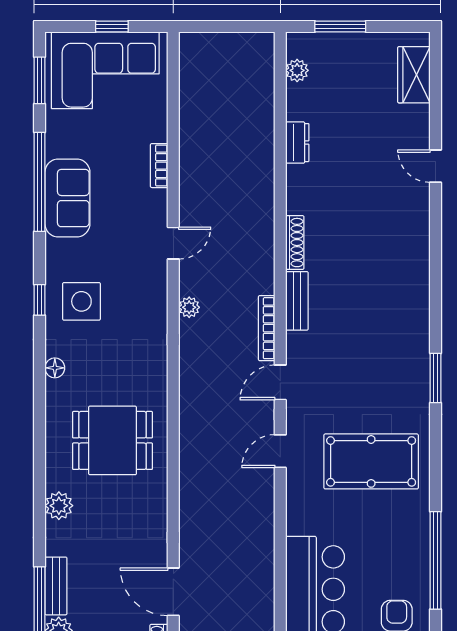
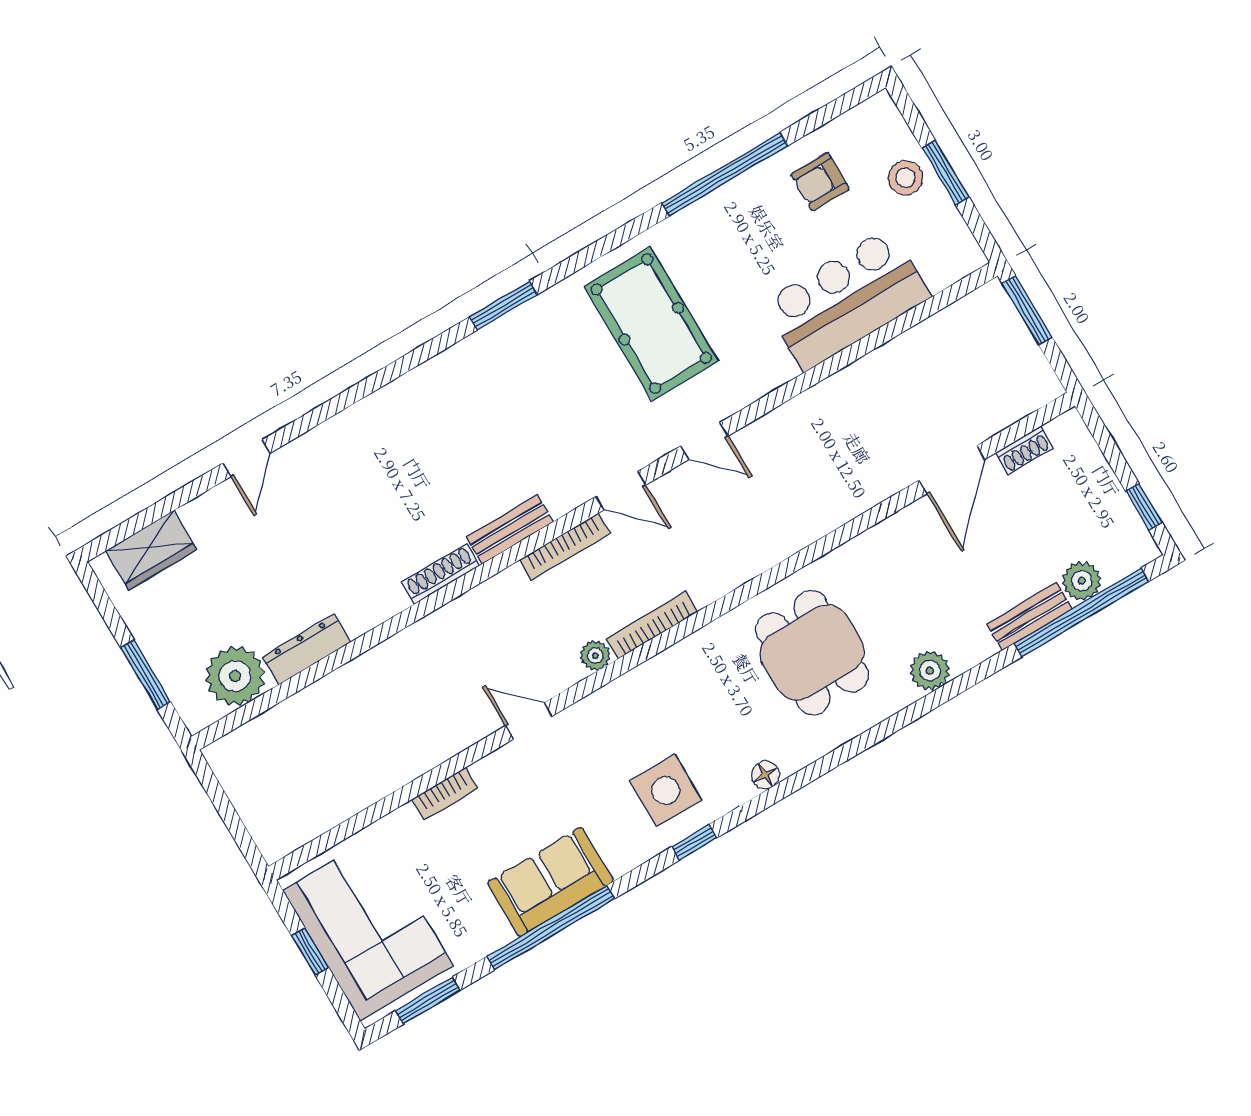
plant: (297, 70) -> (235, 676), width x1.88, depth x1.88
dresser: (297, 143) -> (306, 649), width x1.44
bookcase: (187, 353) -> (652, 625), added

